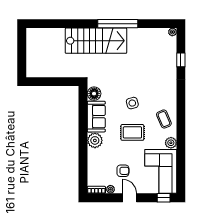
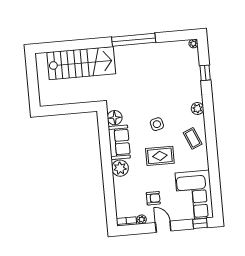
stairs: (96, 41) -> (81, 63), moved
plant: (171, 143) -> (197, 109), moved

